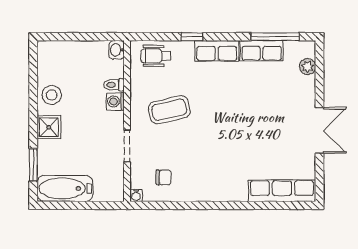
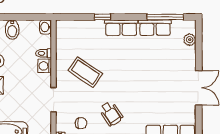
bidet: (72, 53) -> (12, 30), added
wheelchair: (156, 56) -> (111, 114), moved, turned -124
coffee table: (169, 110) -> (85, 72), turned 47

